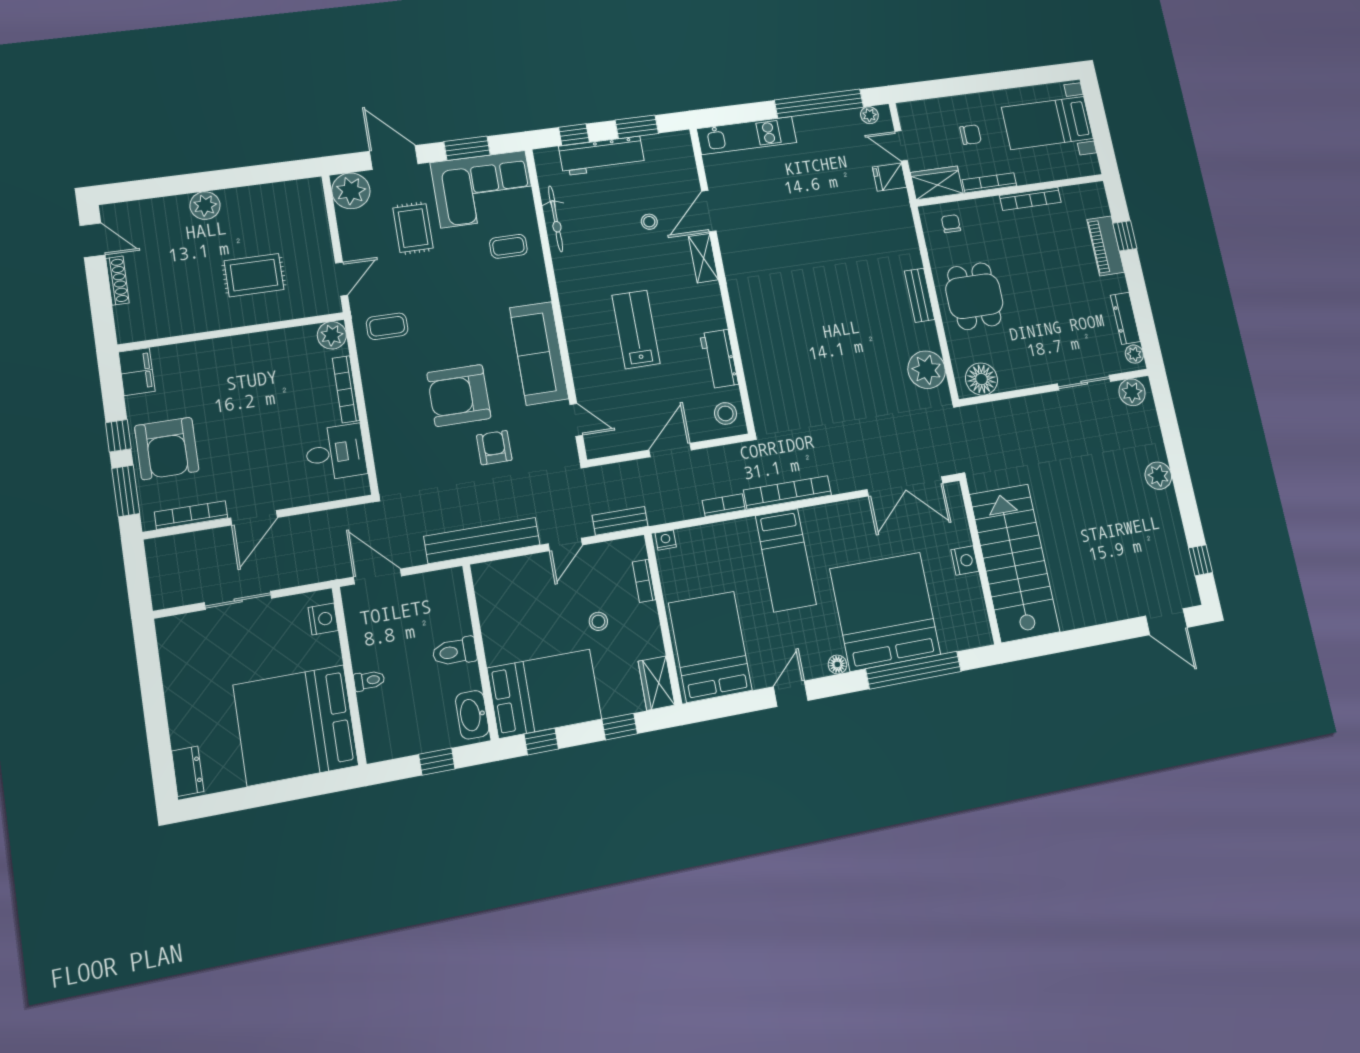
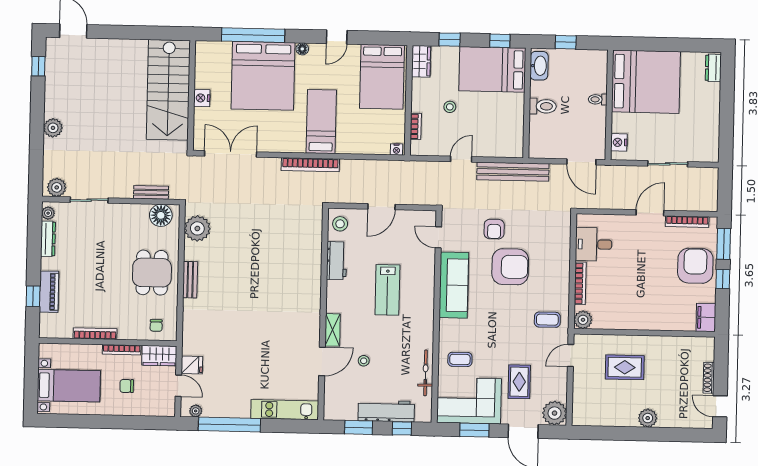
bookcase: (724, 505) -> (354, 165), removed
bench: (620, 521) -> (151, 192), moved

